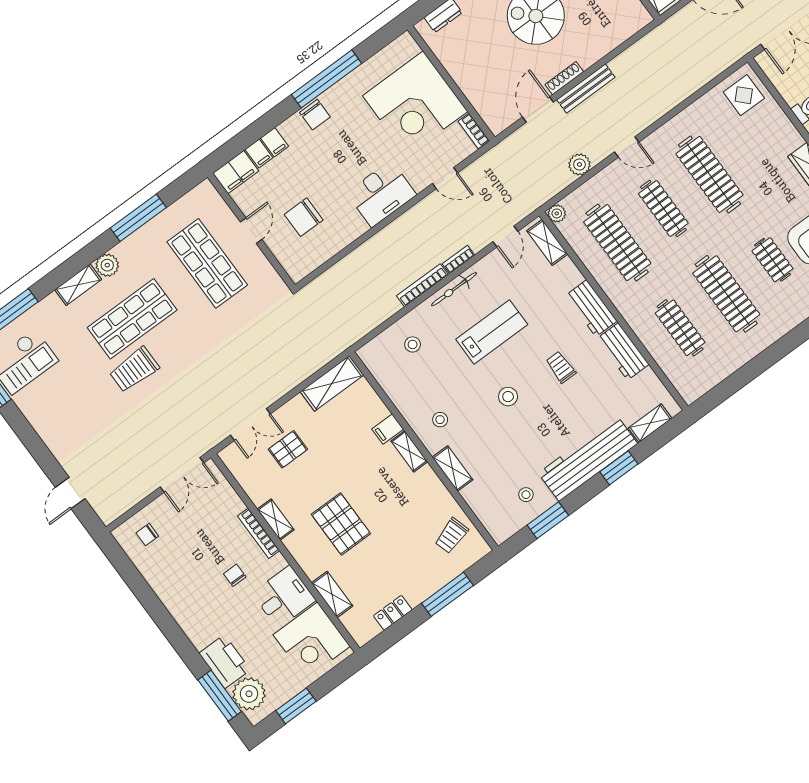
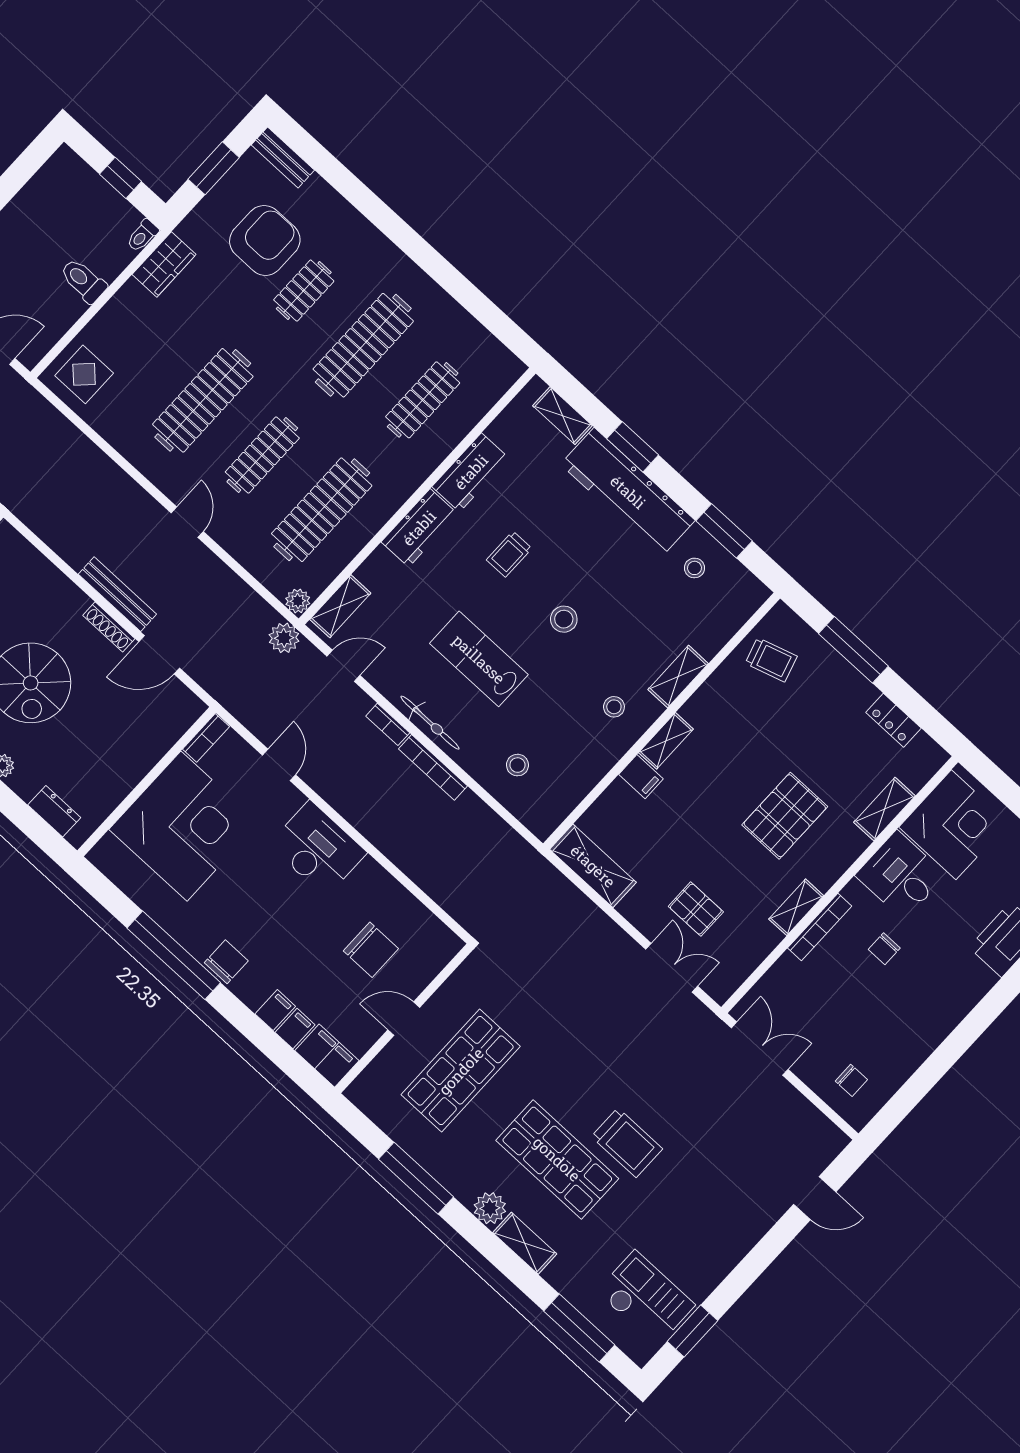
plant: (579, 164) -> (284, 638), moved

